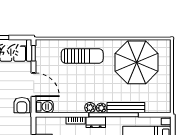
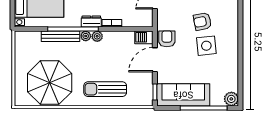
door: (34, 85) -> (155, 60), hinge flipped

